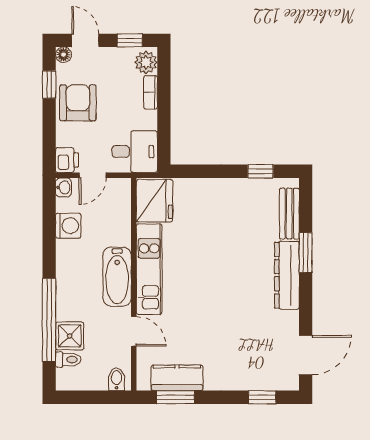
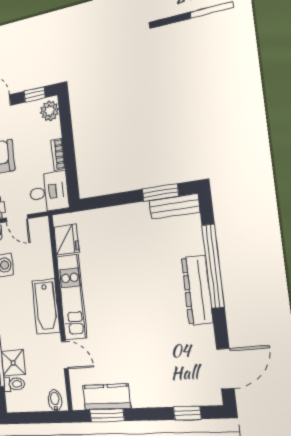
bookcase: (151, 92) -> (58, 154), moved
window: (261, 171) -> (160, 192), width x1.50
door: (92, 175) -> (17, 218), hinge flipped
fridge: (154, 201) -> (66, 239), width x0.73, depth x0.75
bench: (289, 214) -> (174, 206), moved, turned 90
window: (306, 253) -> (213, 266), width x2.11

